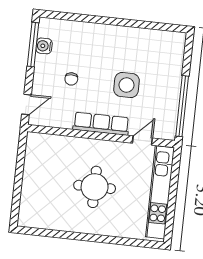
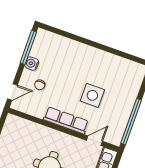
water cooler: (44, 46) -> (32, 64), moved
chair: (71, 79) -> (40, 85), moved

